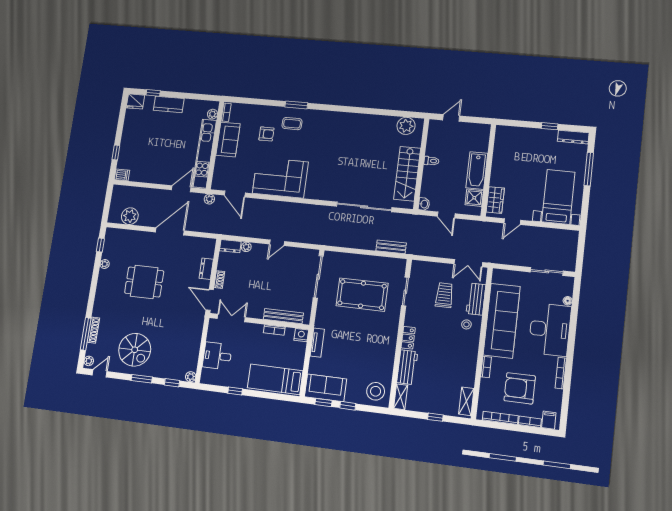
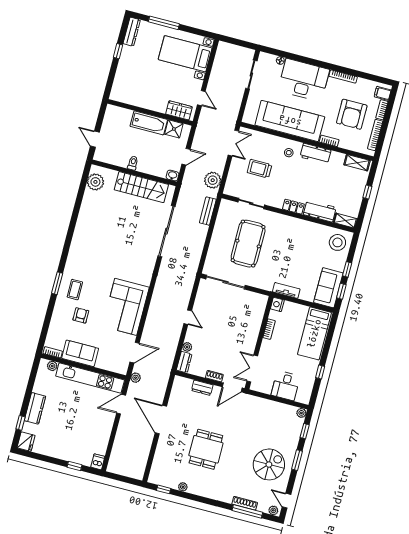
door: (181, 189) -> (121, 404), hinge flipped
plant: (130, 216) -> (213, 180), moved
workbench: (476, 299) -> (315, 154), moved
bench: (283, 316) -> (257, 319), removed

